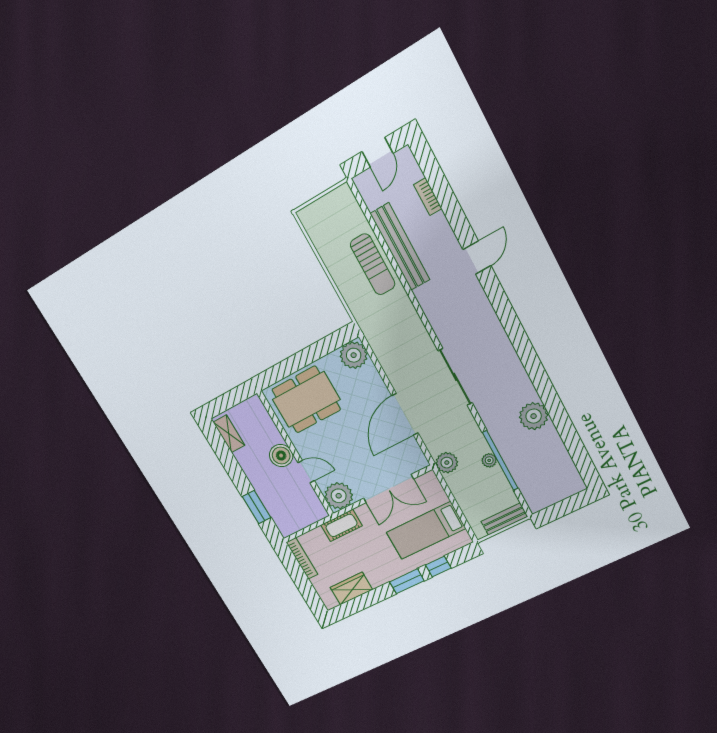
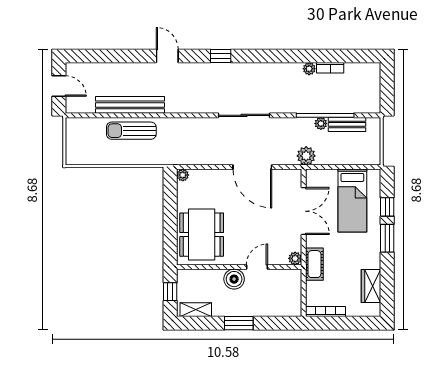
bookcase: (428, 197) -> (330, 68), moved
sun lounger: (373, 264) -> (131, 131), turned 180
window: (508, 317) -> (221, 56), added
plant: (354, 355) -> (183, 175), width x0.53, depth x0.53
window: (231, 399) -> (170, 292), added
plant: (534, 416) -> (309, 69), width x0.53, depth x0.53
plant: (339, 496) -> (295, 258), width x0.53, depth x0.53
window: (256, 507) -> (239, 323), moved
bench: (504, 519) -> (347, 124), moved, turned 90

